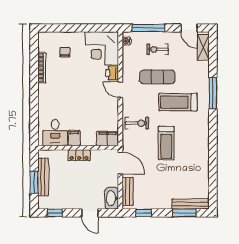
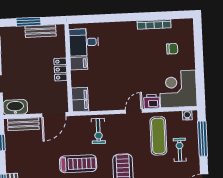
exercise mat: (157, 77) -> (158, 136), moved
treadmill: (166, 143) -> (78, 164), turned 180
bench: (43, 177) -> (41, 31), width x0.73

